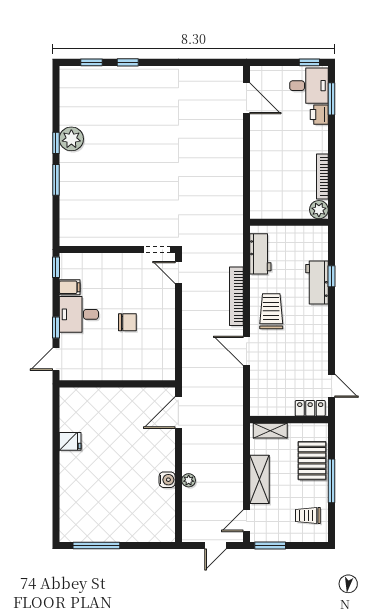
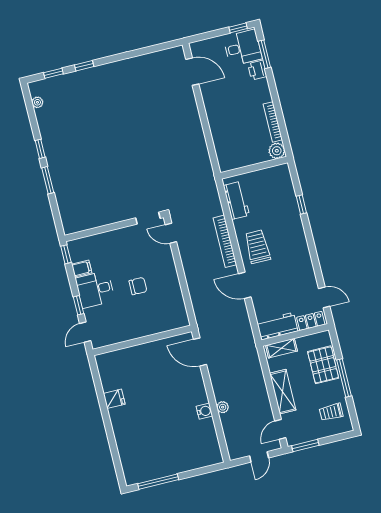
plant: (71, 139) -> (37, 102), moved, width x0.53, depth x0.53
workbench: (317, 282) -> (277, 326), moved, turned 90
door: (178, 413) -> (200, 352), hinge flipped

